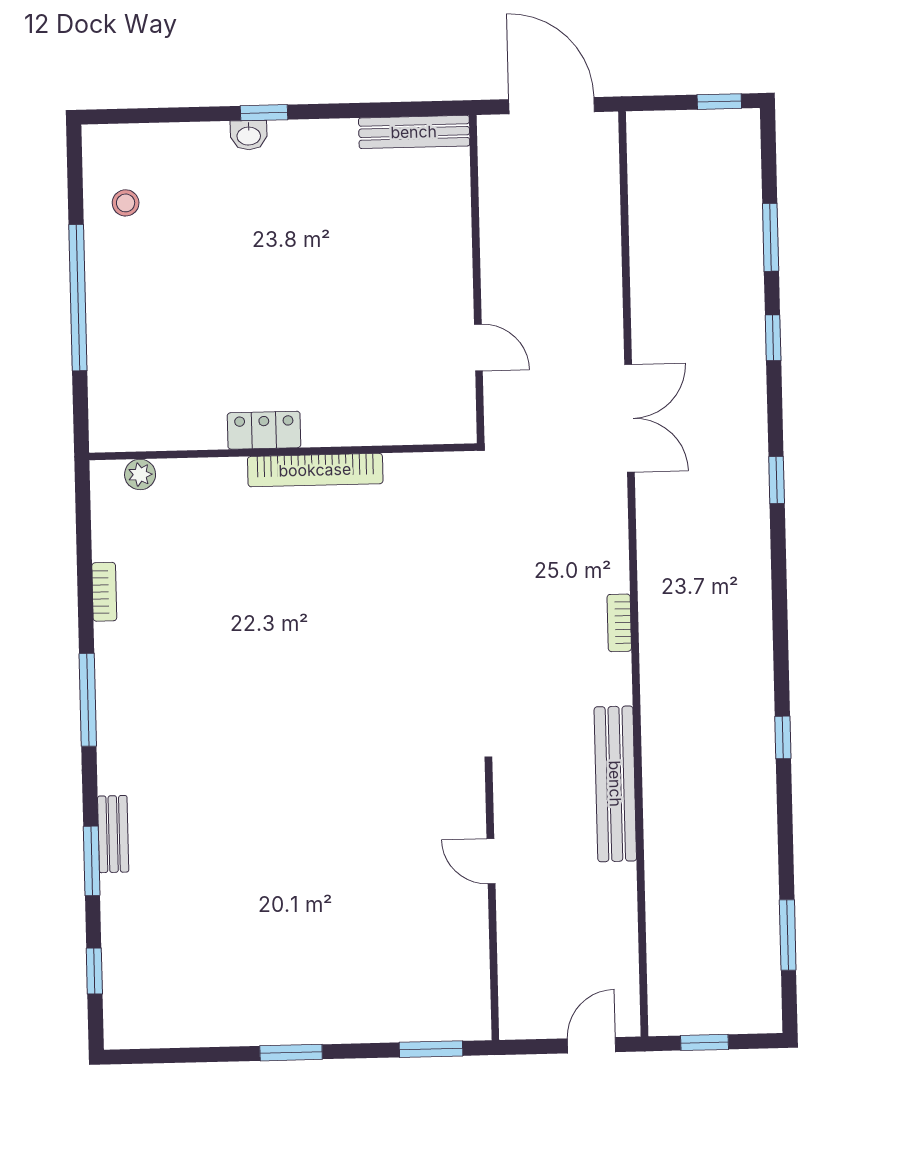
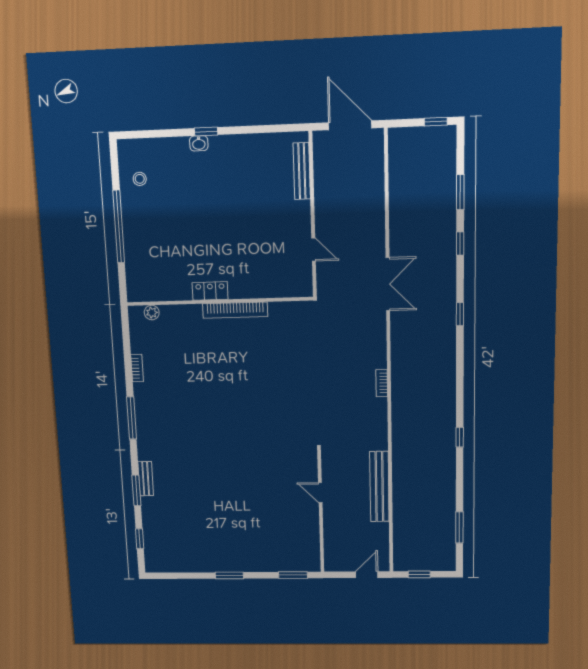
bench: (414, 132) -> (302, 171), moved, turned 90
bench: (615, 784) -> (379, 487), moved

